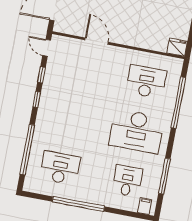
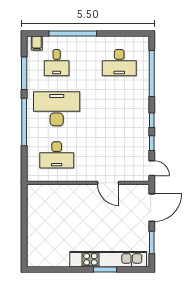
fridge: (177, 47) -> (35, 191), removed
window: (178, 103) -> (24, 122), moved
window: (78, 204) -> (73, 33), moved

